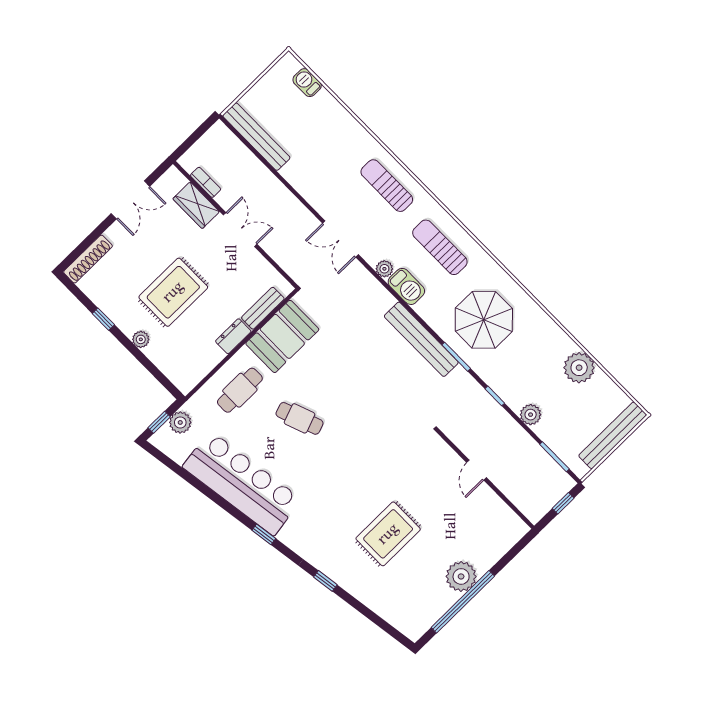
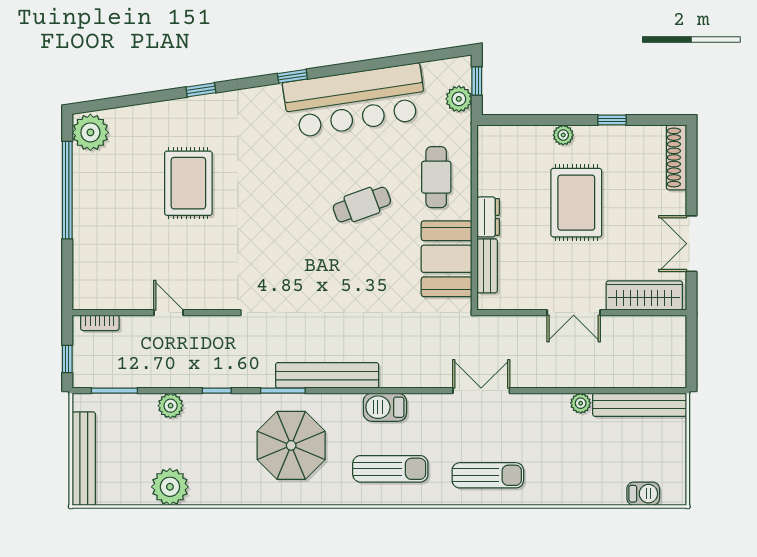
bookcase: (206, 182) -> (100, 323), moved
wardrobe: (196, 205) -> (644, 295), width x1.50
plant: (384, 269) -> (581, 403), moved
plant: (461, 576) -> (90, 132), moved

